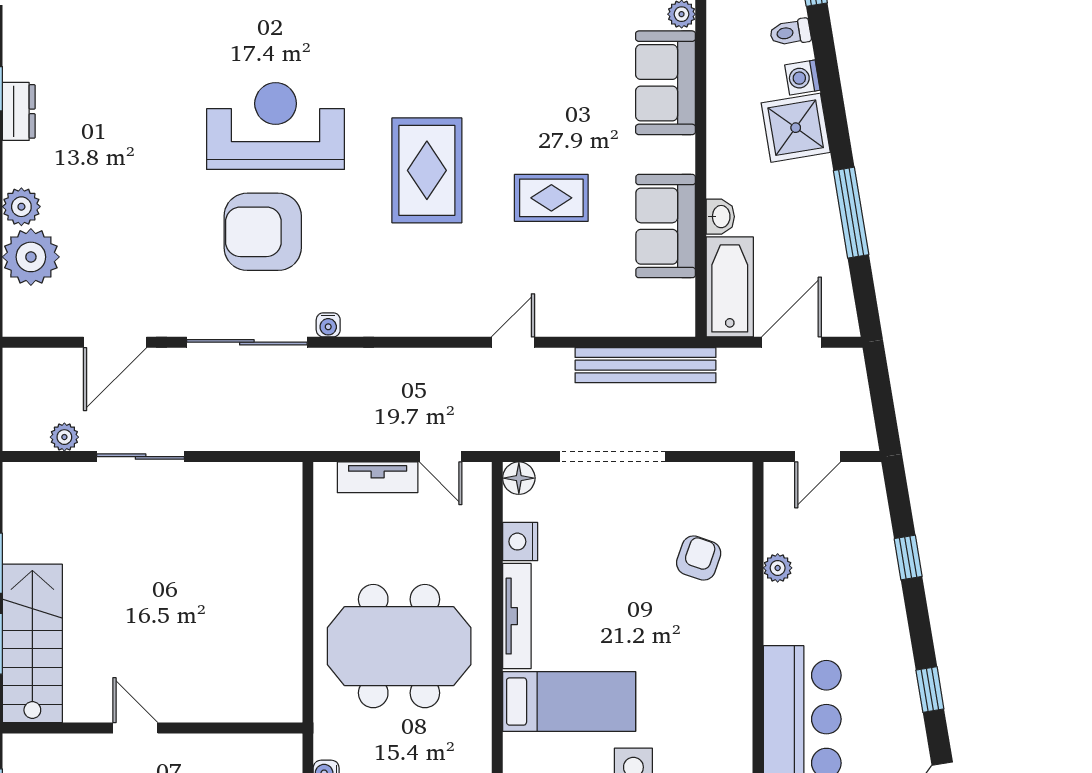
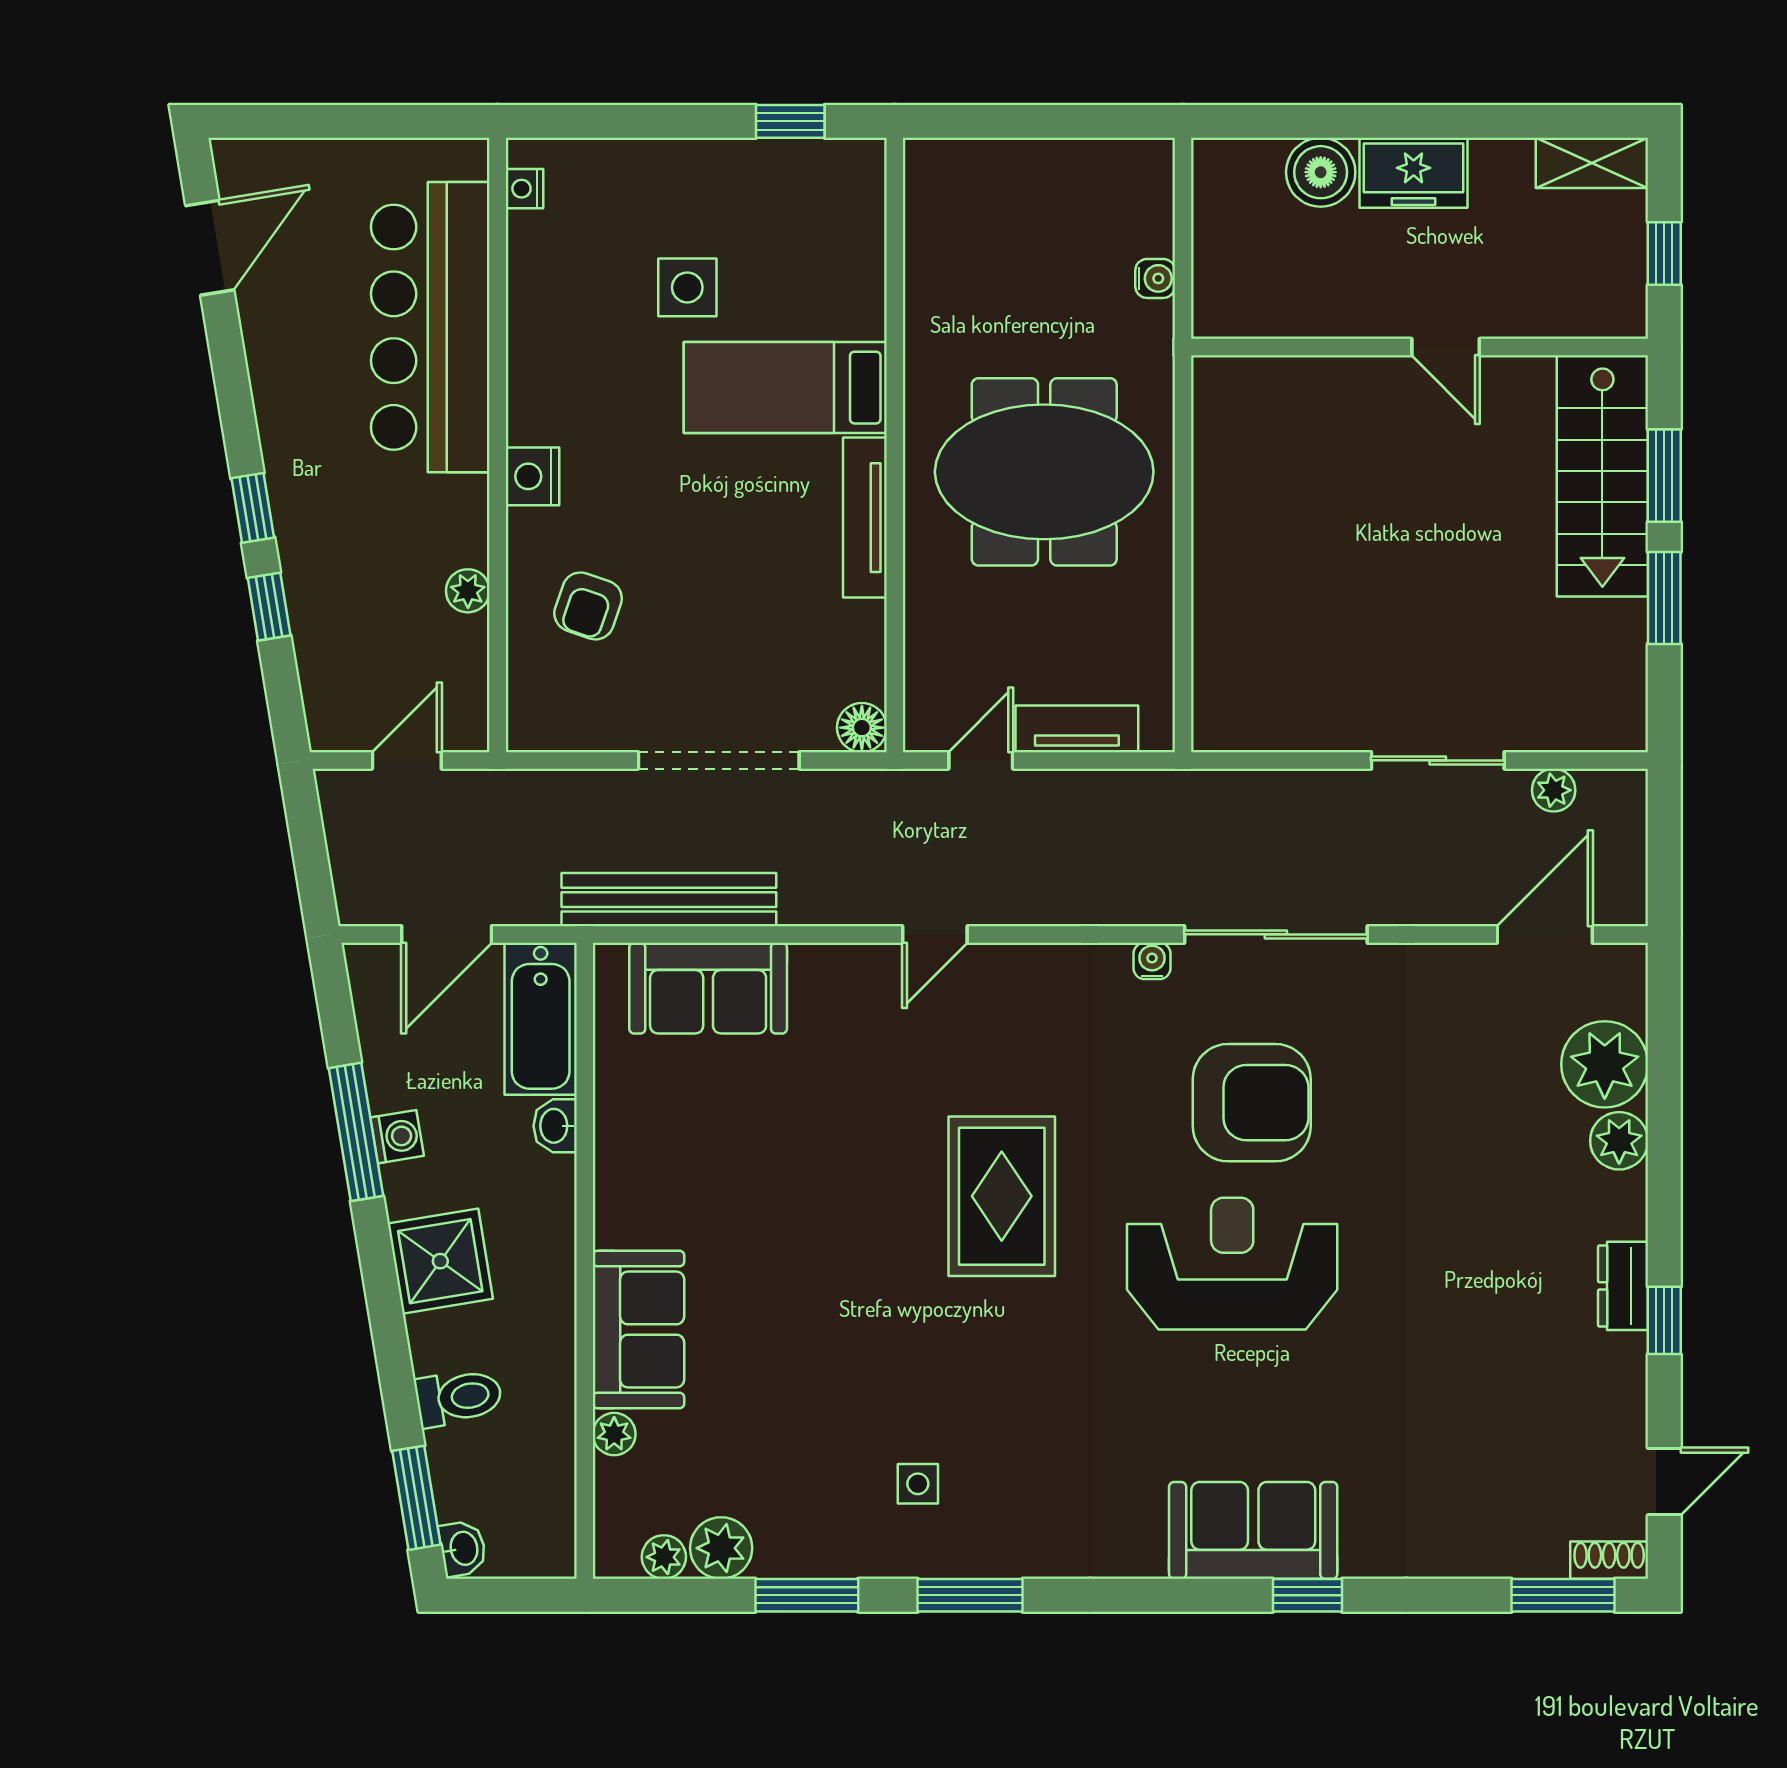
toilet: (790, 32) -> (459, 1398), width x1.37, depth x1.39
washing machine: (802, 78) -> (397, 1137), moved
reception desk: (276, 126) -> (1232, 1264), turned 180
rug: (551, 198) -> (812, 1154), removed
sofa: (666, 226) -> (708, 988), moved, turned 90
door: (115, 342) -> (1545, 934), moved
door: (513, 342) -> (935, 934), moved
door: (441, 457) -> (981, 760), hinge flipped
nightstand: (520, 542) -> (533, 476), moved, turned 180
window: (930, 690) -> (253, 508), moved

